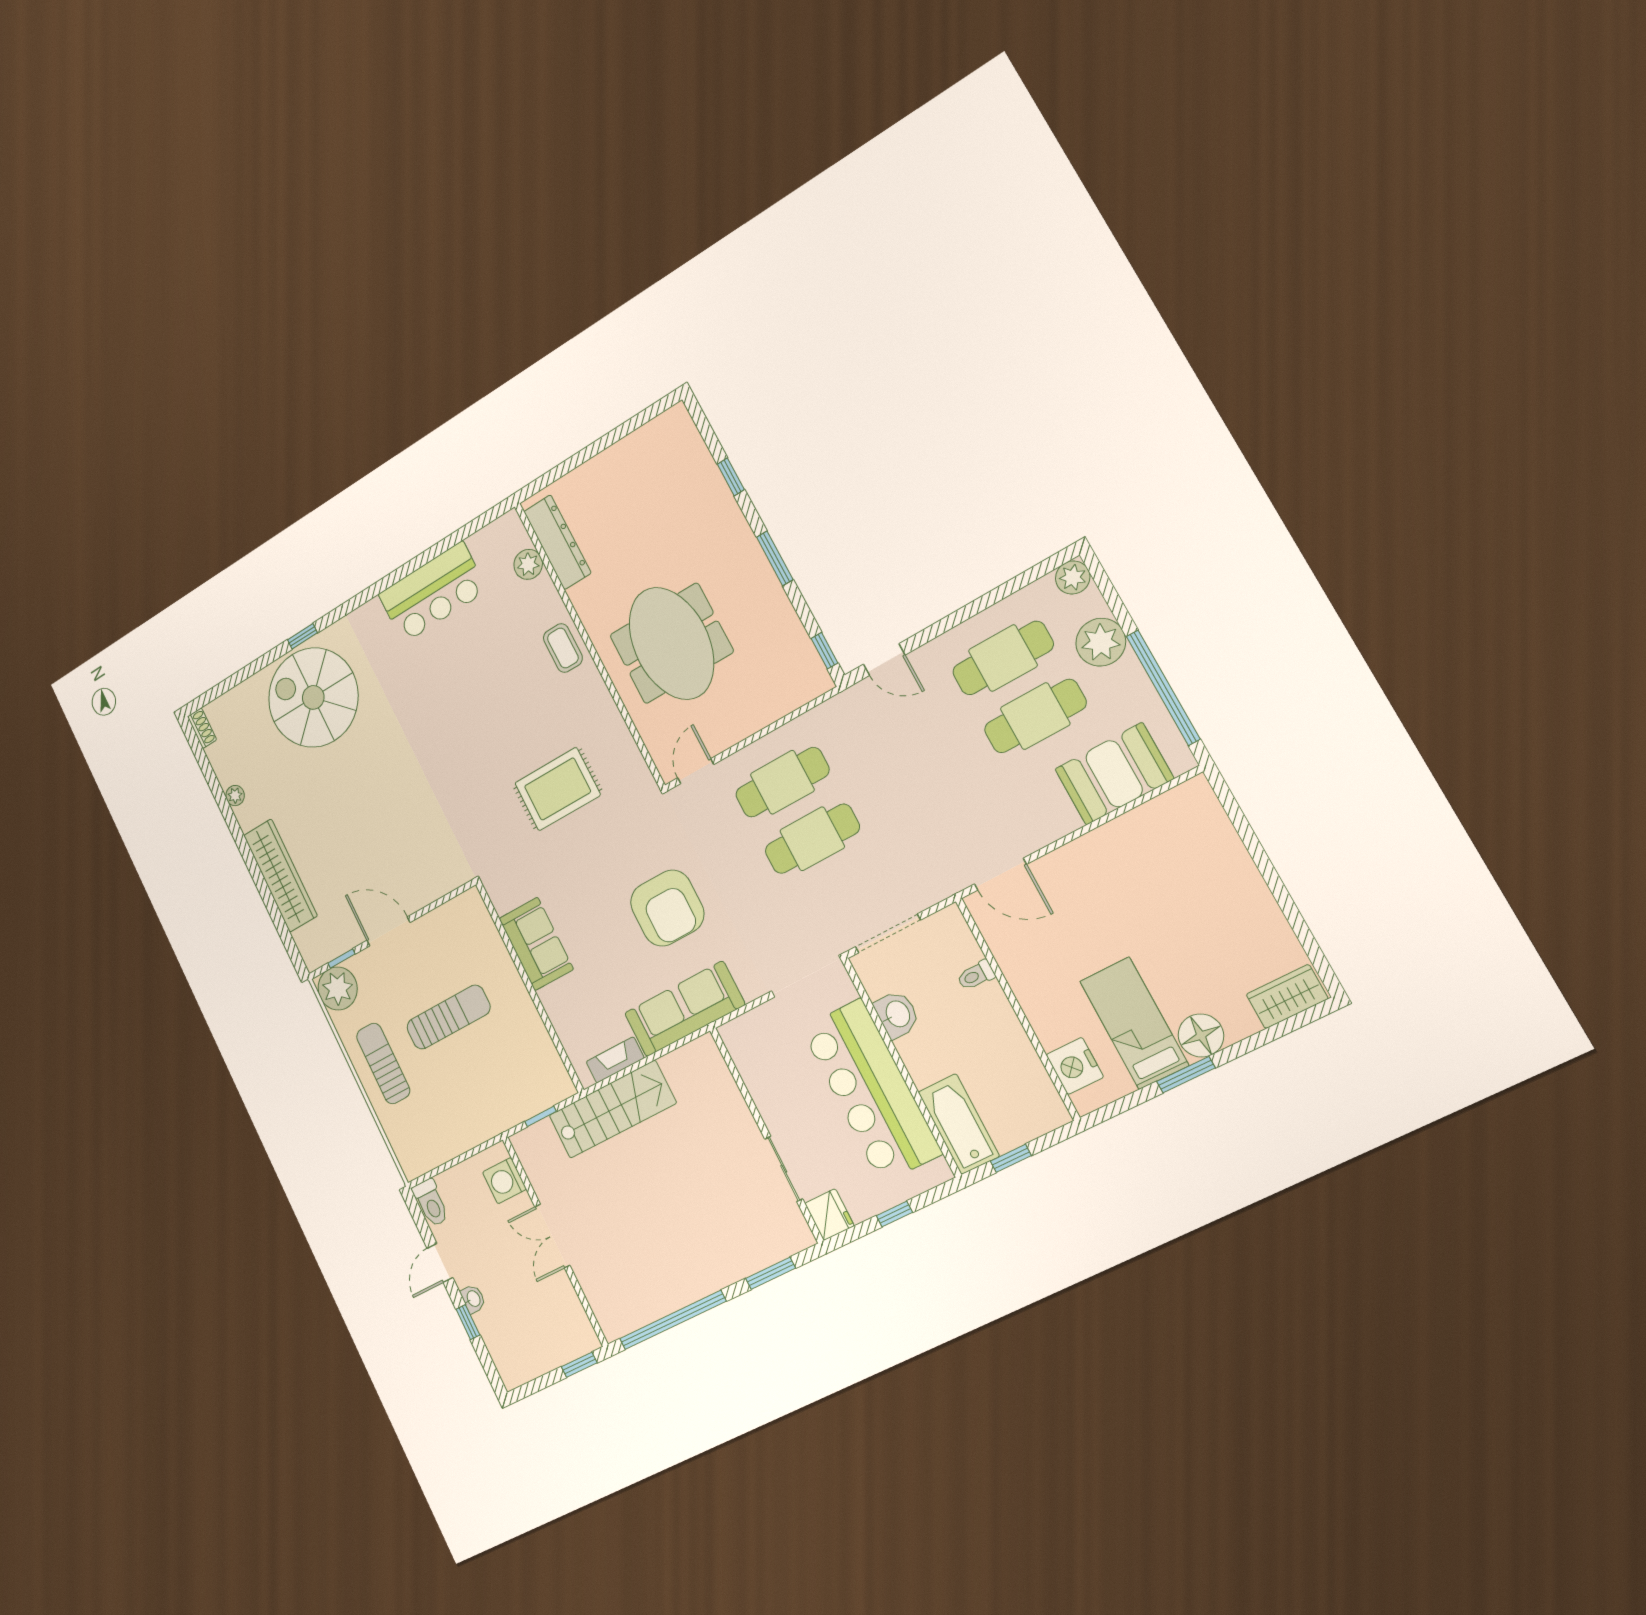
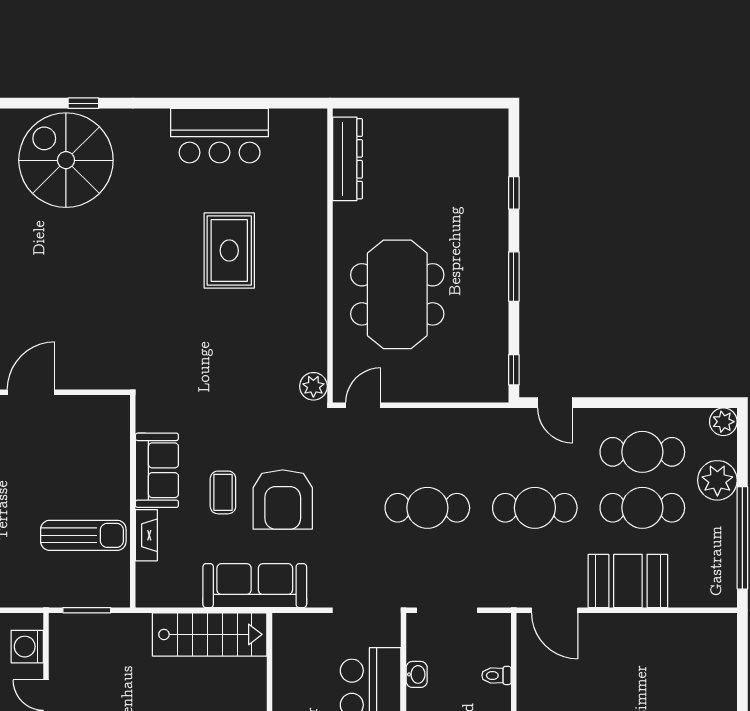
plant: (528, 564) -> (313, 386), moved
coffee table: (563, 648) -> (223, 492), moved
booth: (1114, 774) -> (628, 581), moved
cafe table: (782, 782) -> (535, 508), moved
rug: (558, 789) -> (229, 251), moved, turned 90
door: (388, 931) -> (31, 392), hinge flipped
washbasin: (897, 1014) -> (417, 674), width x0.72, depth x0.69
sun lounger: (448, 1017) -> (83, 535), moved
fireplace: (615, 1060) -> (146, 535), moved, turned 90
stairs: (612, 1109) -> (210, 634), moved
window: (540, 1117) -> (87, 610), width x1.50

